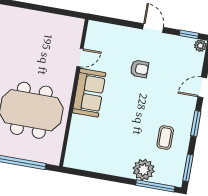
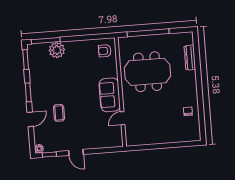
armchair: (139, 69) -> (105, 51), moved
coffee table: (165, 138) -> (59, 113), moved

